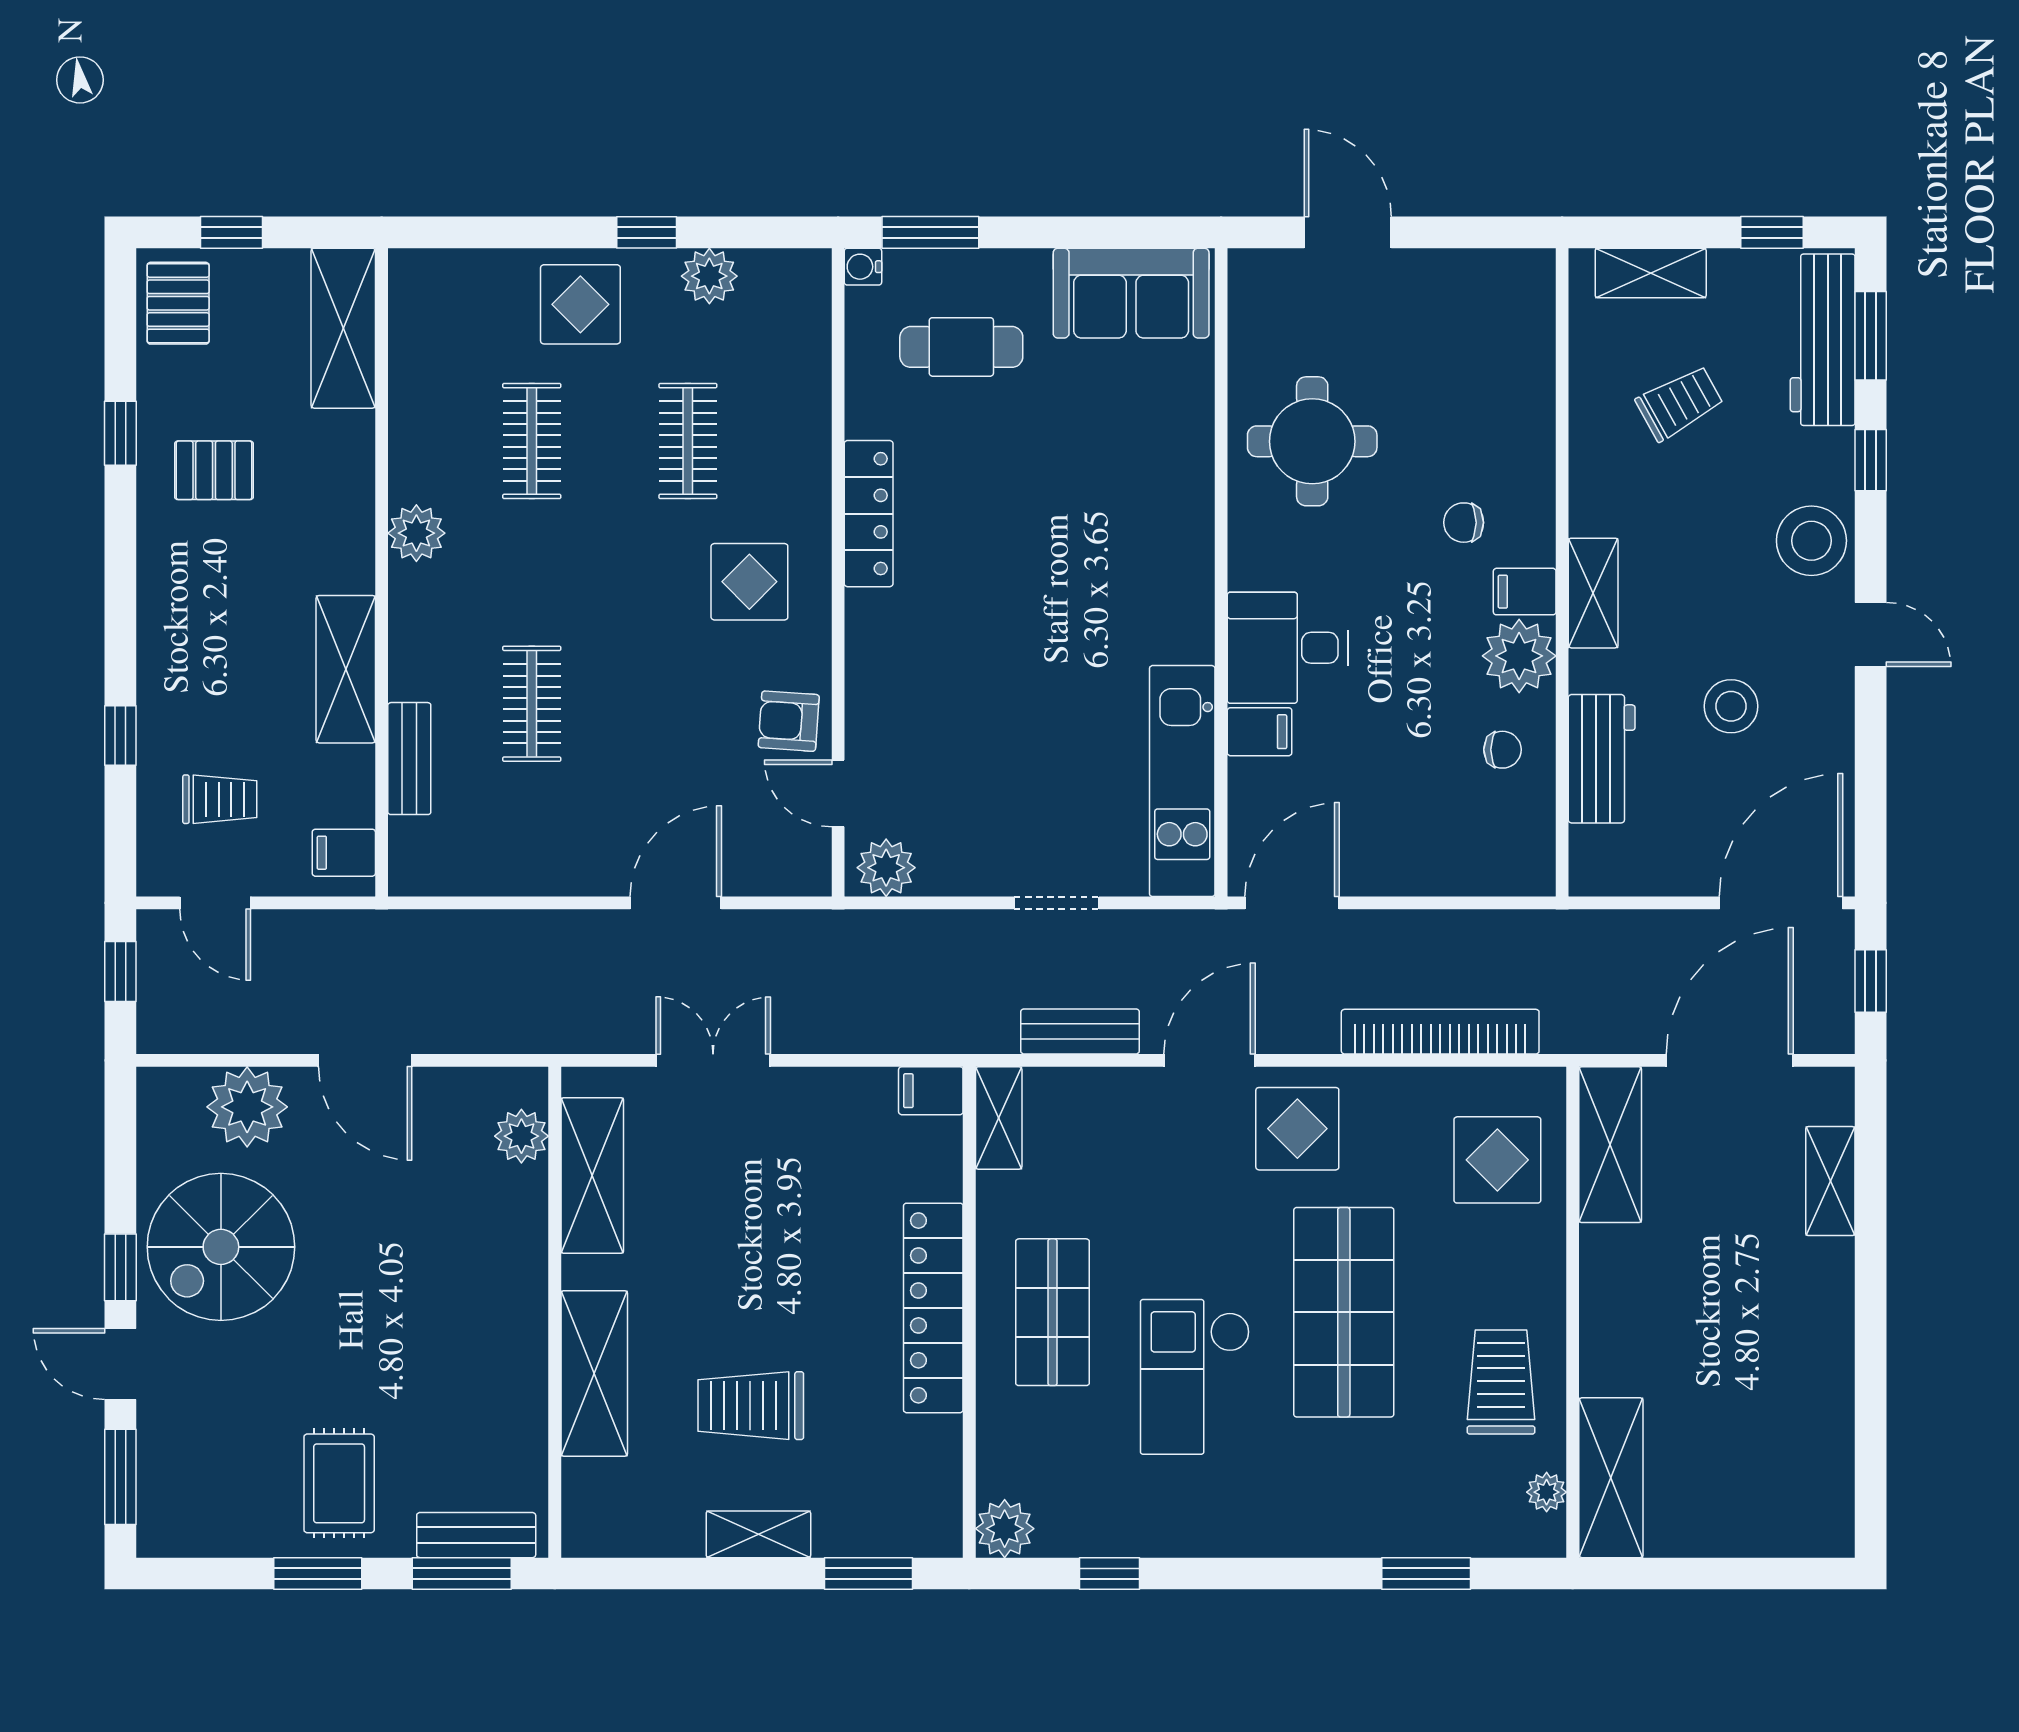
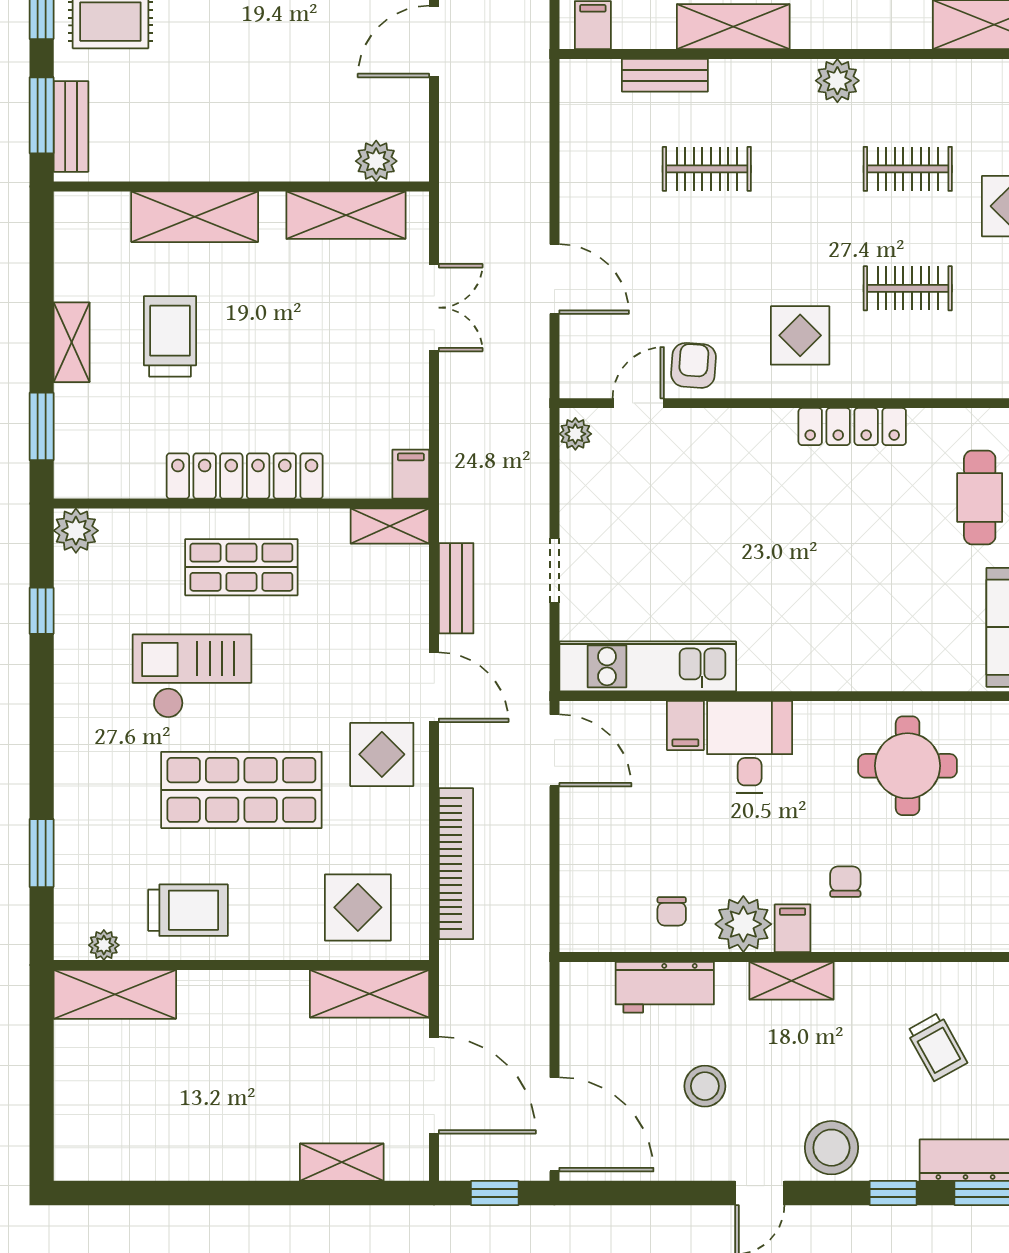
plant: (886, 868) -> (575, 434), width x0.73, depth x0.73

